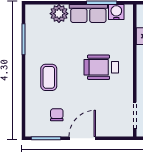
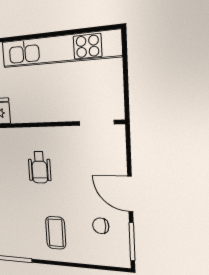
wheelchair: (101, 67) -> (39, 167), width x0.73, depth x0.73
coffee table: (49, 77) -> (56, 233), turned 90

